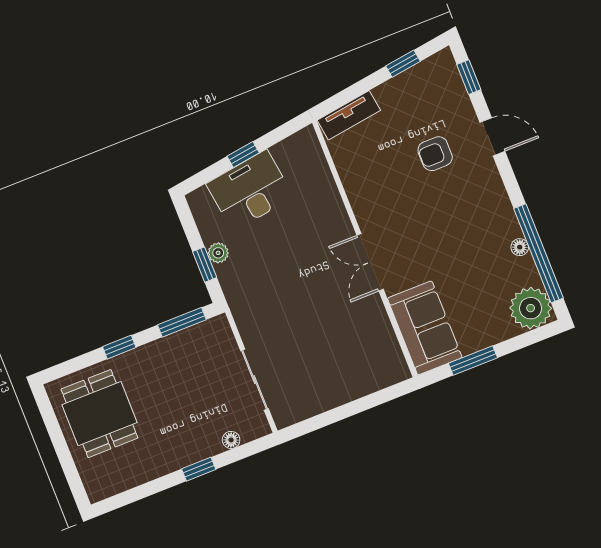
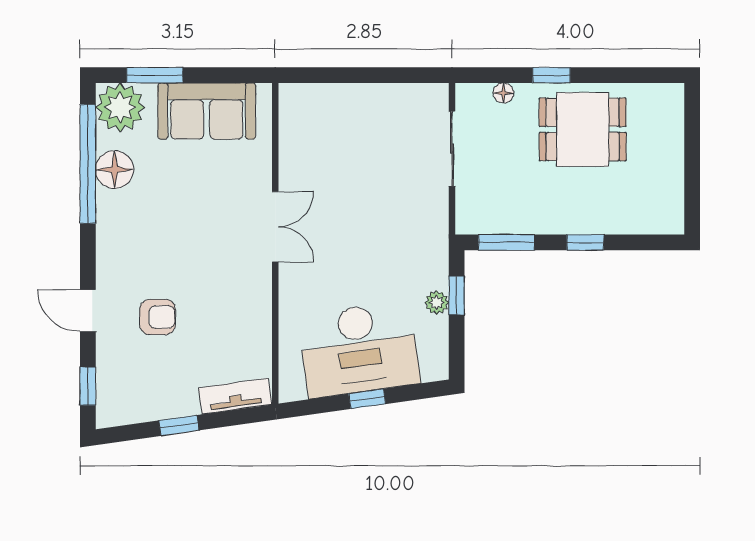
window: (403, 64) -> (179, 425), moved
desk: (250, 190) -> (359, 349), width x1.36, depth x1.30
floor lamp: (520, 247) -> (115, 170), width x1.89, depth x1.89
sofa: (425, 328) -> (207, 111), moved, turned -90
window: (473, 361) -> (155, 75), moved
dining table: (99, 414) -> (583, 129), moved, turned 90

